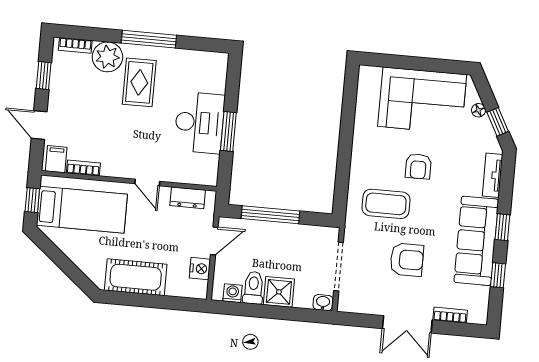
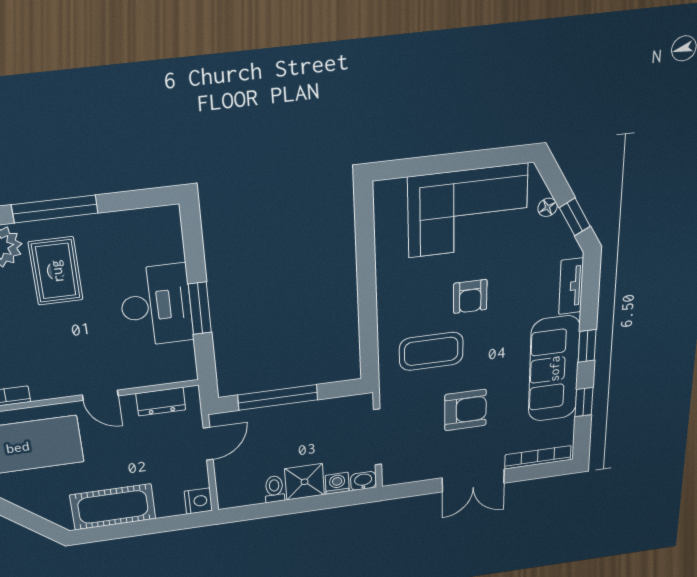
nightstand: (200, 269) -> (198, 501), moved
toilet: (253, 288) -> (274, 489), width x0.73, depth x0.72
washing machine: (233, 293) -> (337, 483), moved
bookcase: (450, 315) -> (538, 457), width x1.56

